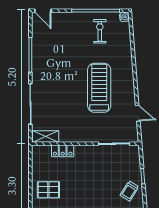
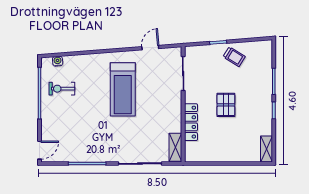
water cooler: (124, 17) -> (58, 61), moved
treadmill: (99, 88) -> (123, 89), turned -90
locker: (63, 151) -> (191, 122), width x1.53
pallet: (48, 190) -> (226, 105), moved

